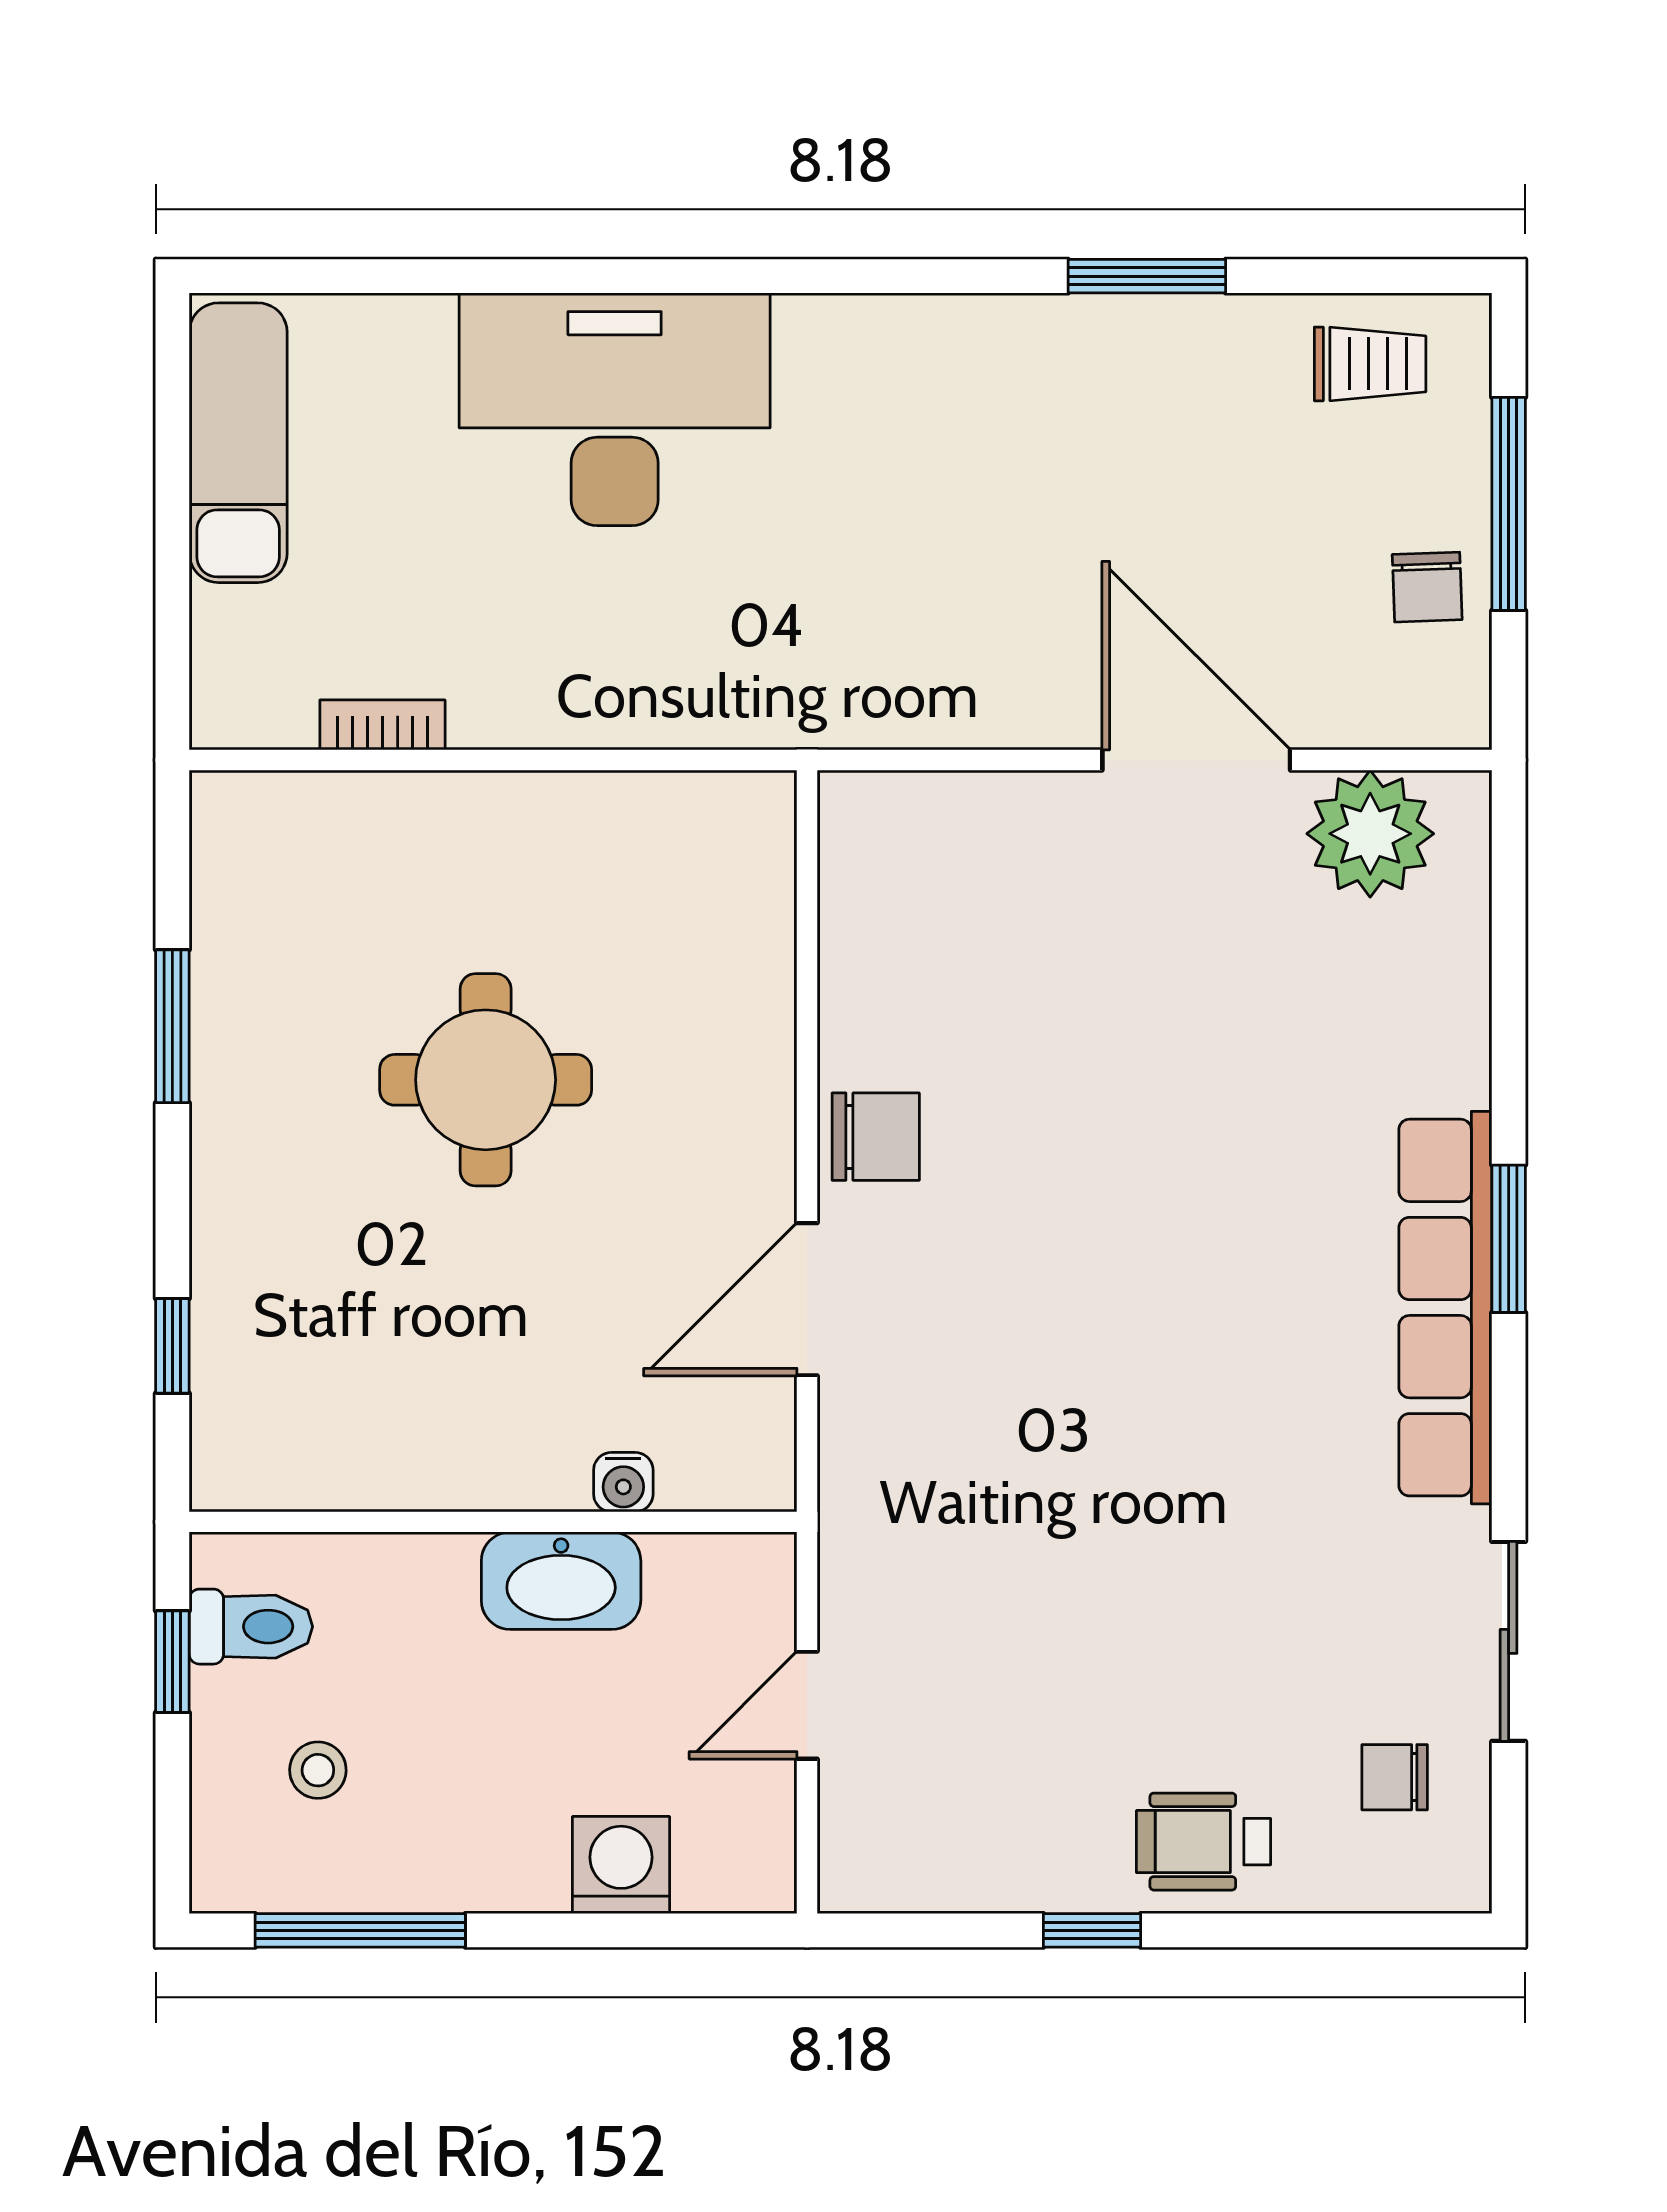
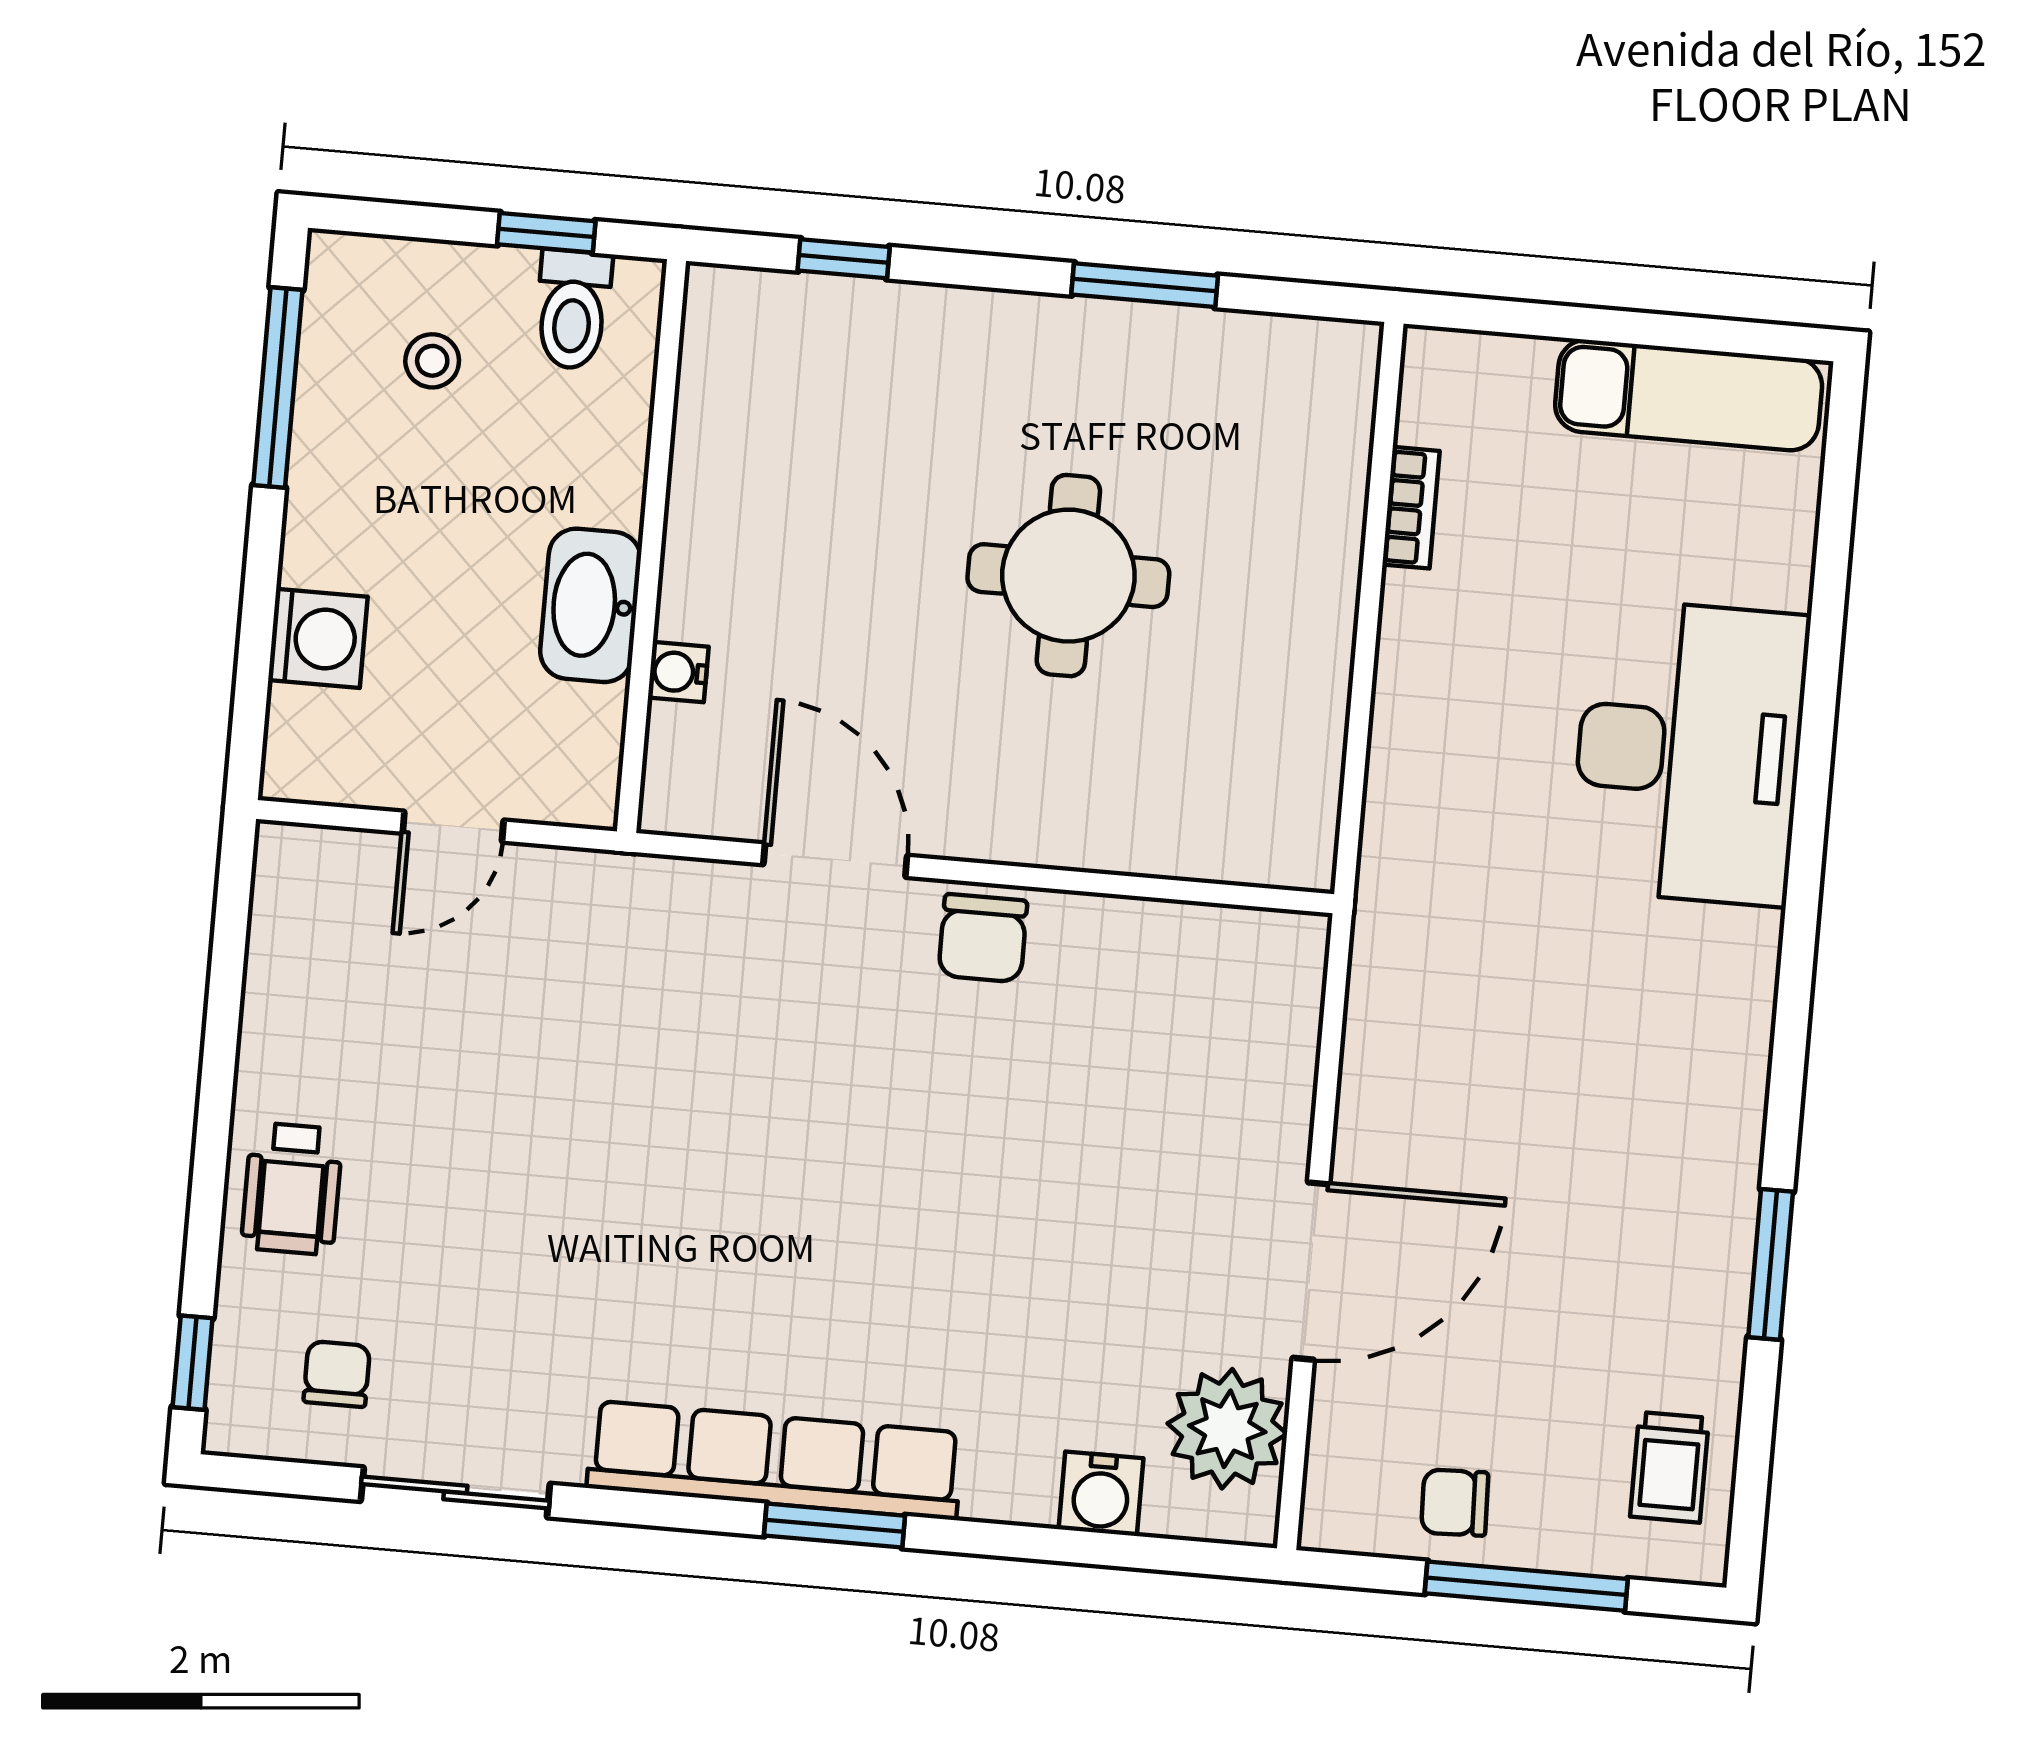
water cooler: (1450, 961) -> (1101, 1494), added
door: (807, 1705) -> (453, 827), swing flipped
wheelchair: (1204, 1842) -> (292, 1189), turned 180
window: (1092, 1930) -> (193, 1363), moved

